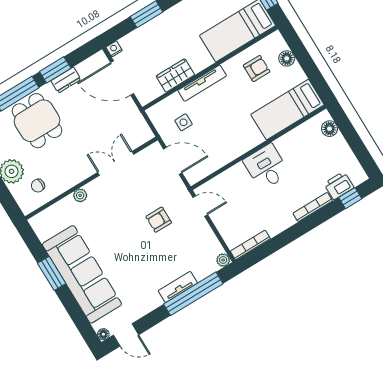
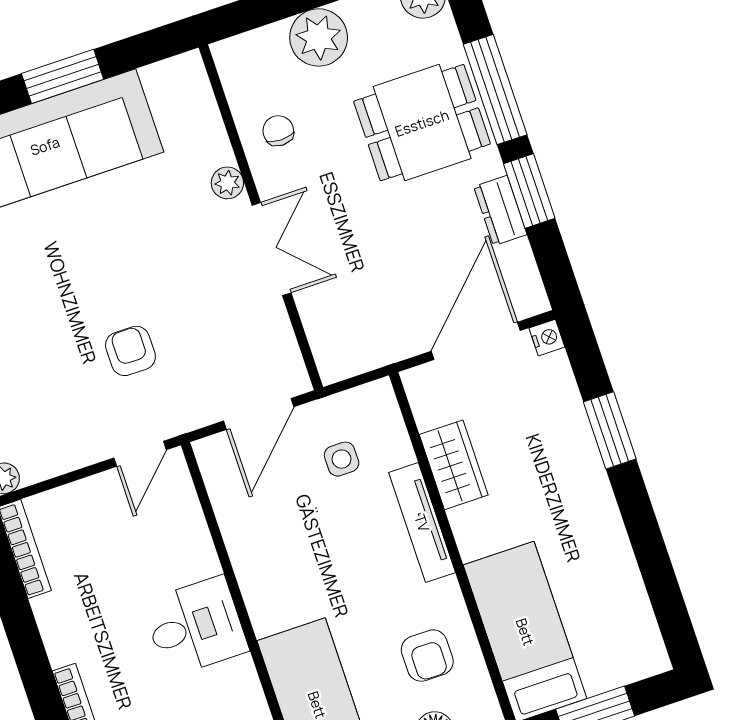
double door: (116, 163) -> (272, 249), moved
chair: (38, 186) -> (278, 131), moved

